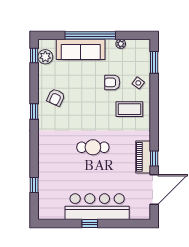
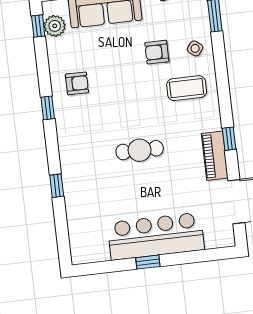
armchair: (56, 97) -> (77, 83), turned -114
window: (154, 159) -> (229, 139), moved
window: (34, 185) -> (57, 186), moved

